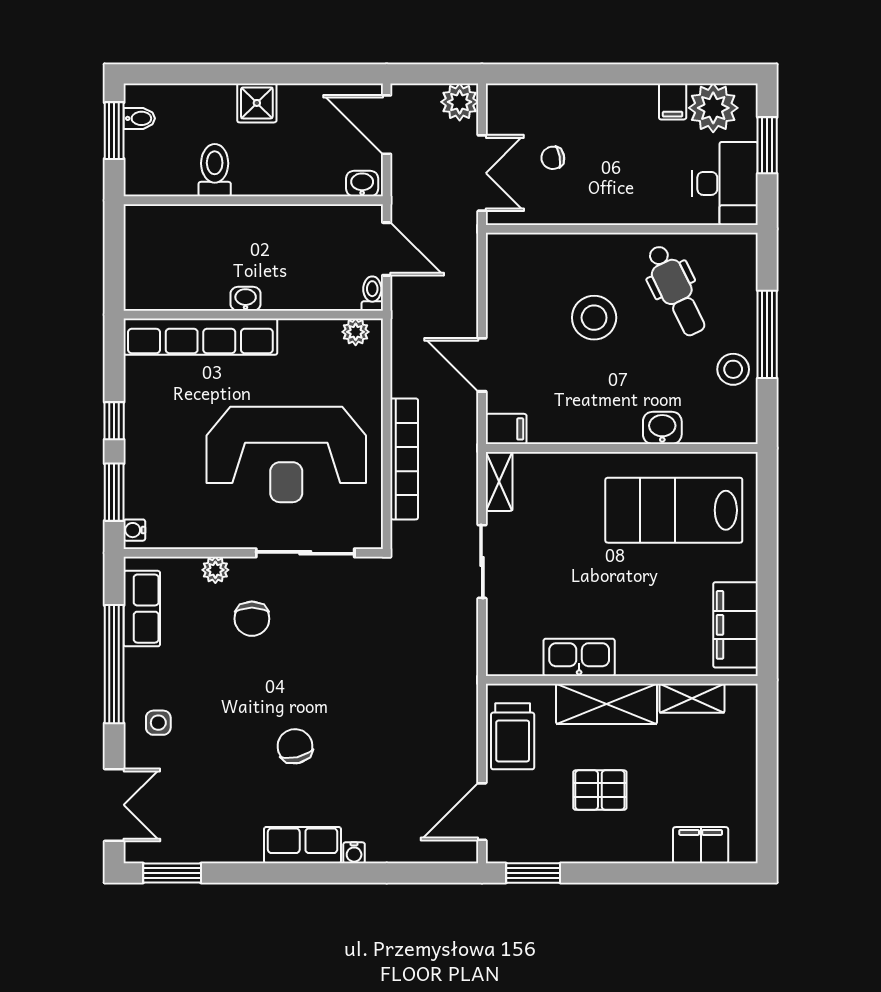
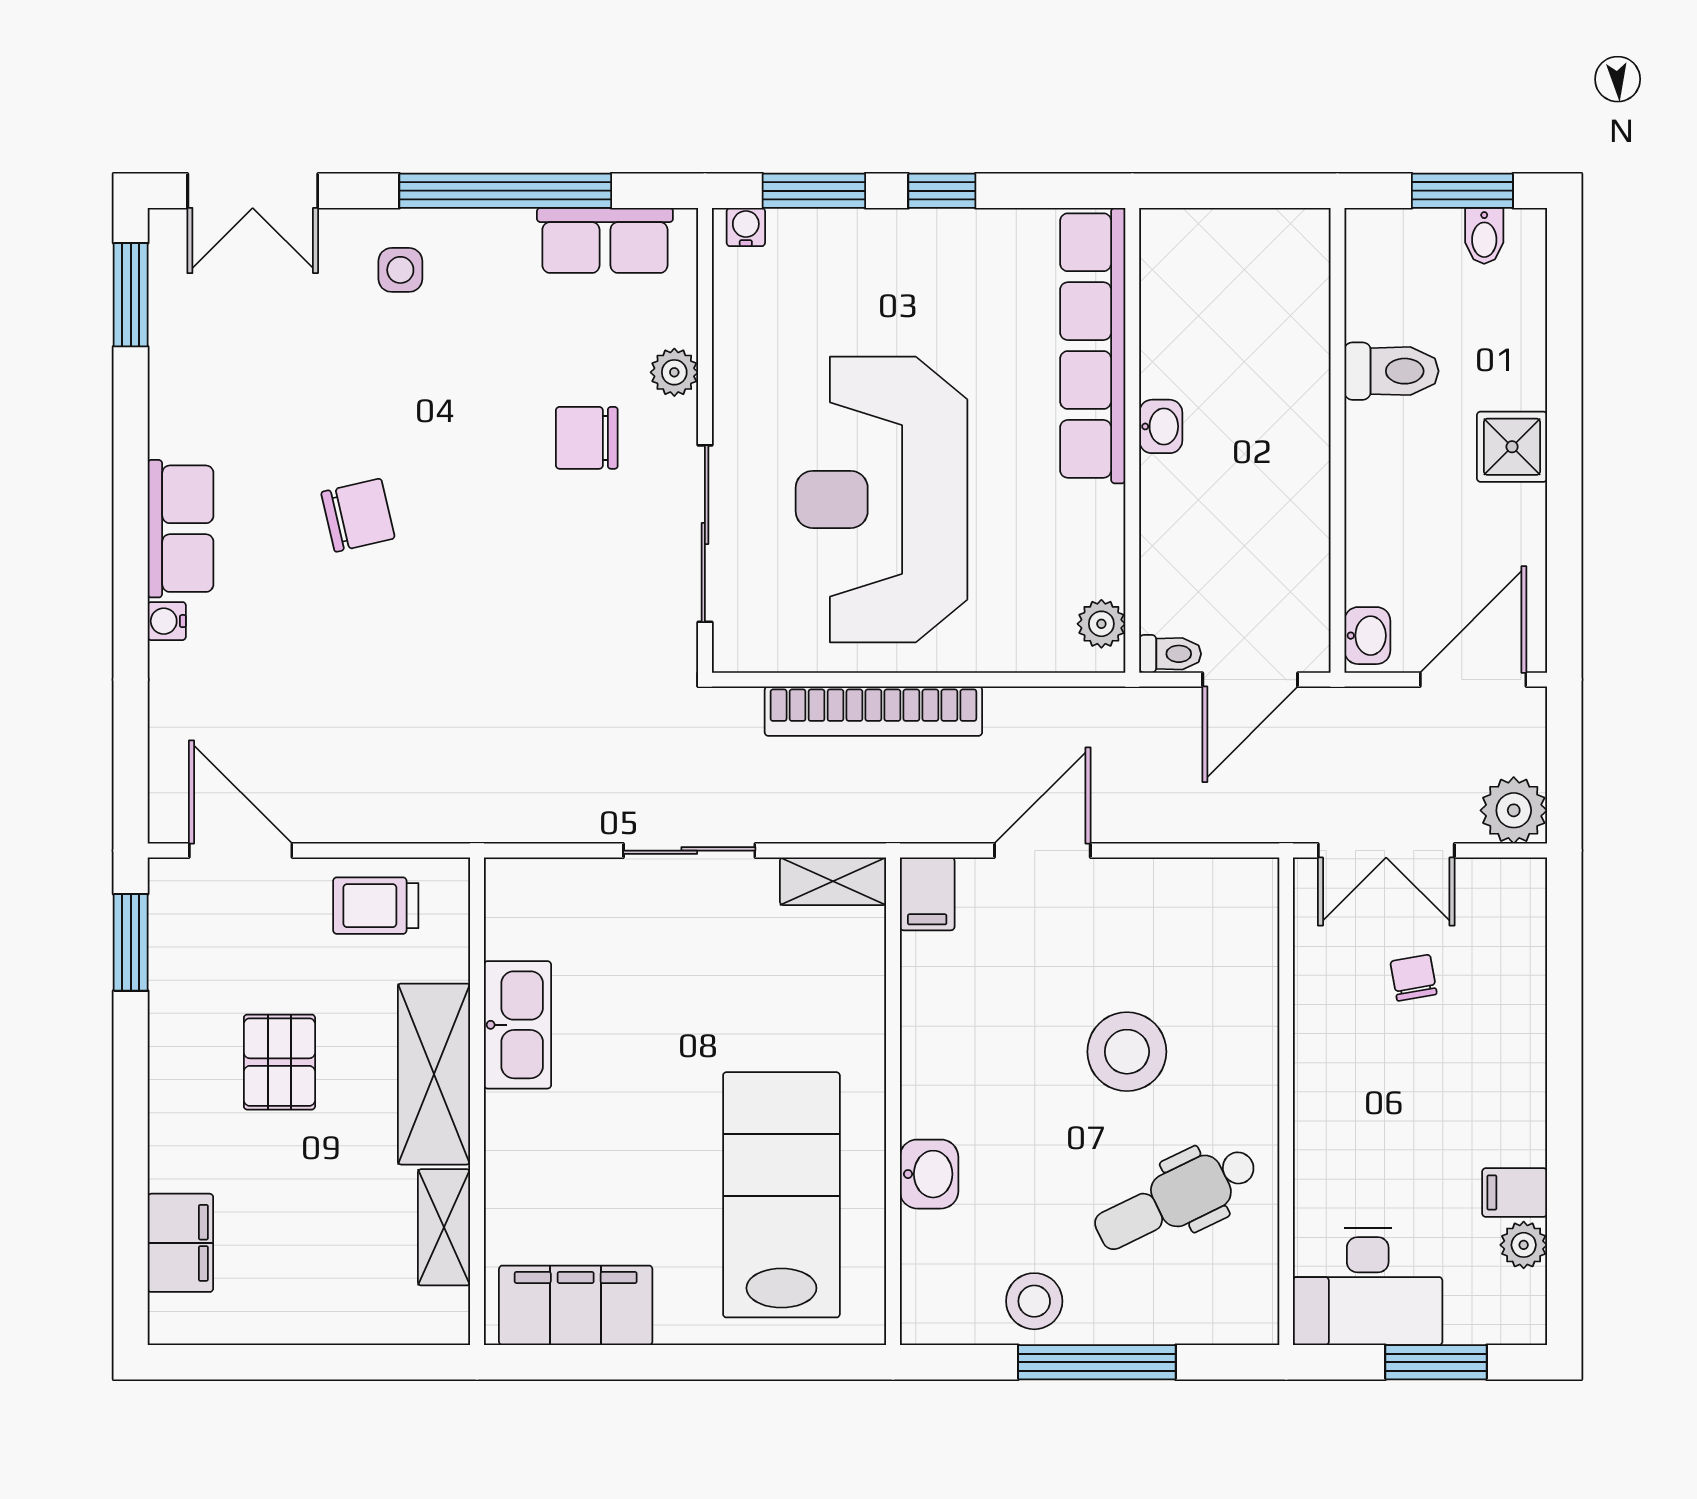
plant: (713, 108) -> (1524, 1245), width x0.53, depth x0.53
trolley: (513, 736) -> (376, 906), width x0.73, depth x0.72

